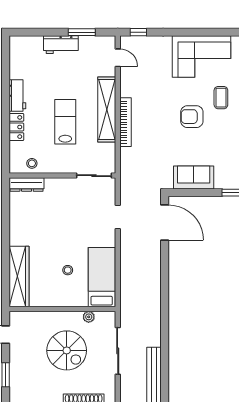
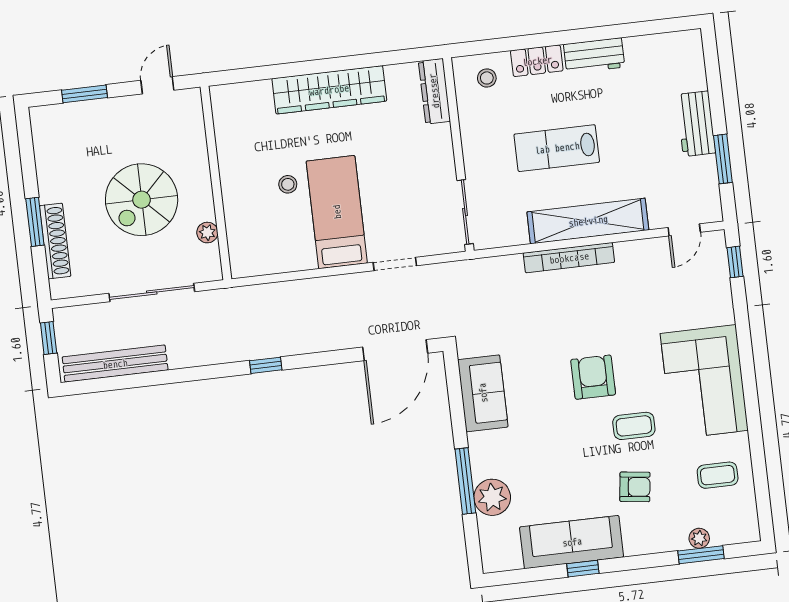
lab bench: (65, 122) -> (557, 148), turned 180
stool: (32, 163) -> (487, 78), moved
wardrobe: (19, 276) -> (329, 90), moved
bed: (102, 277) -> (337, 212), moved, turned -90
window: (165, 294) -> (266, 365), added

